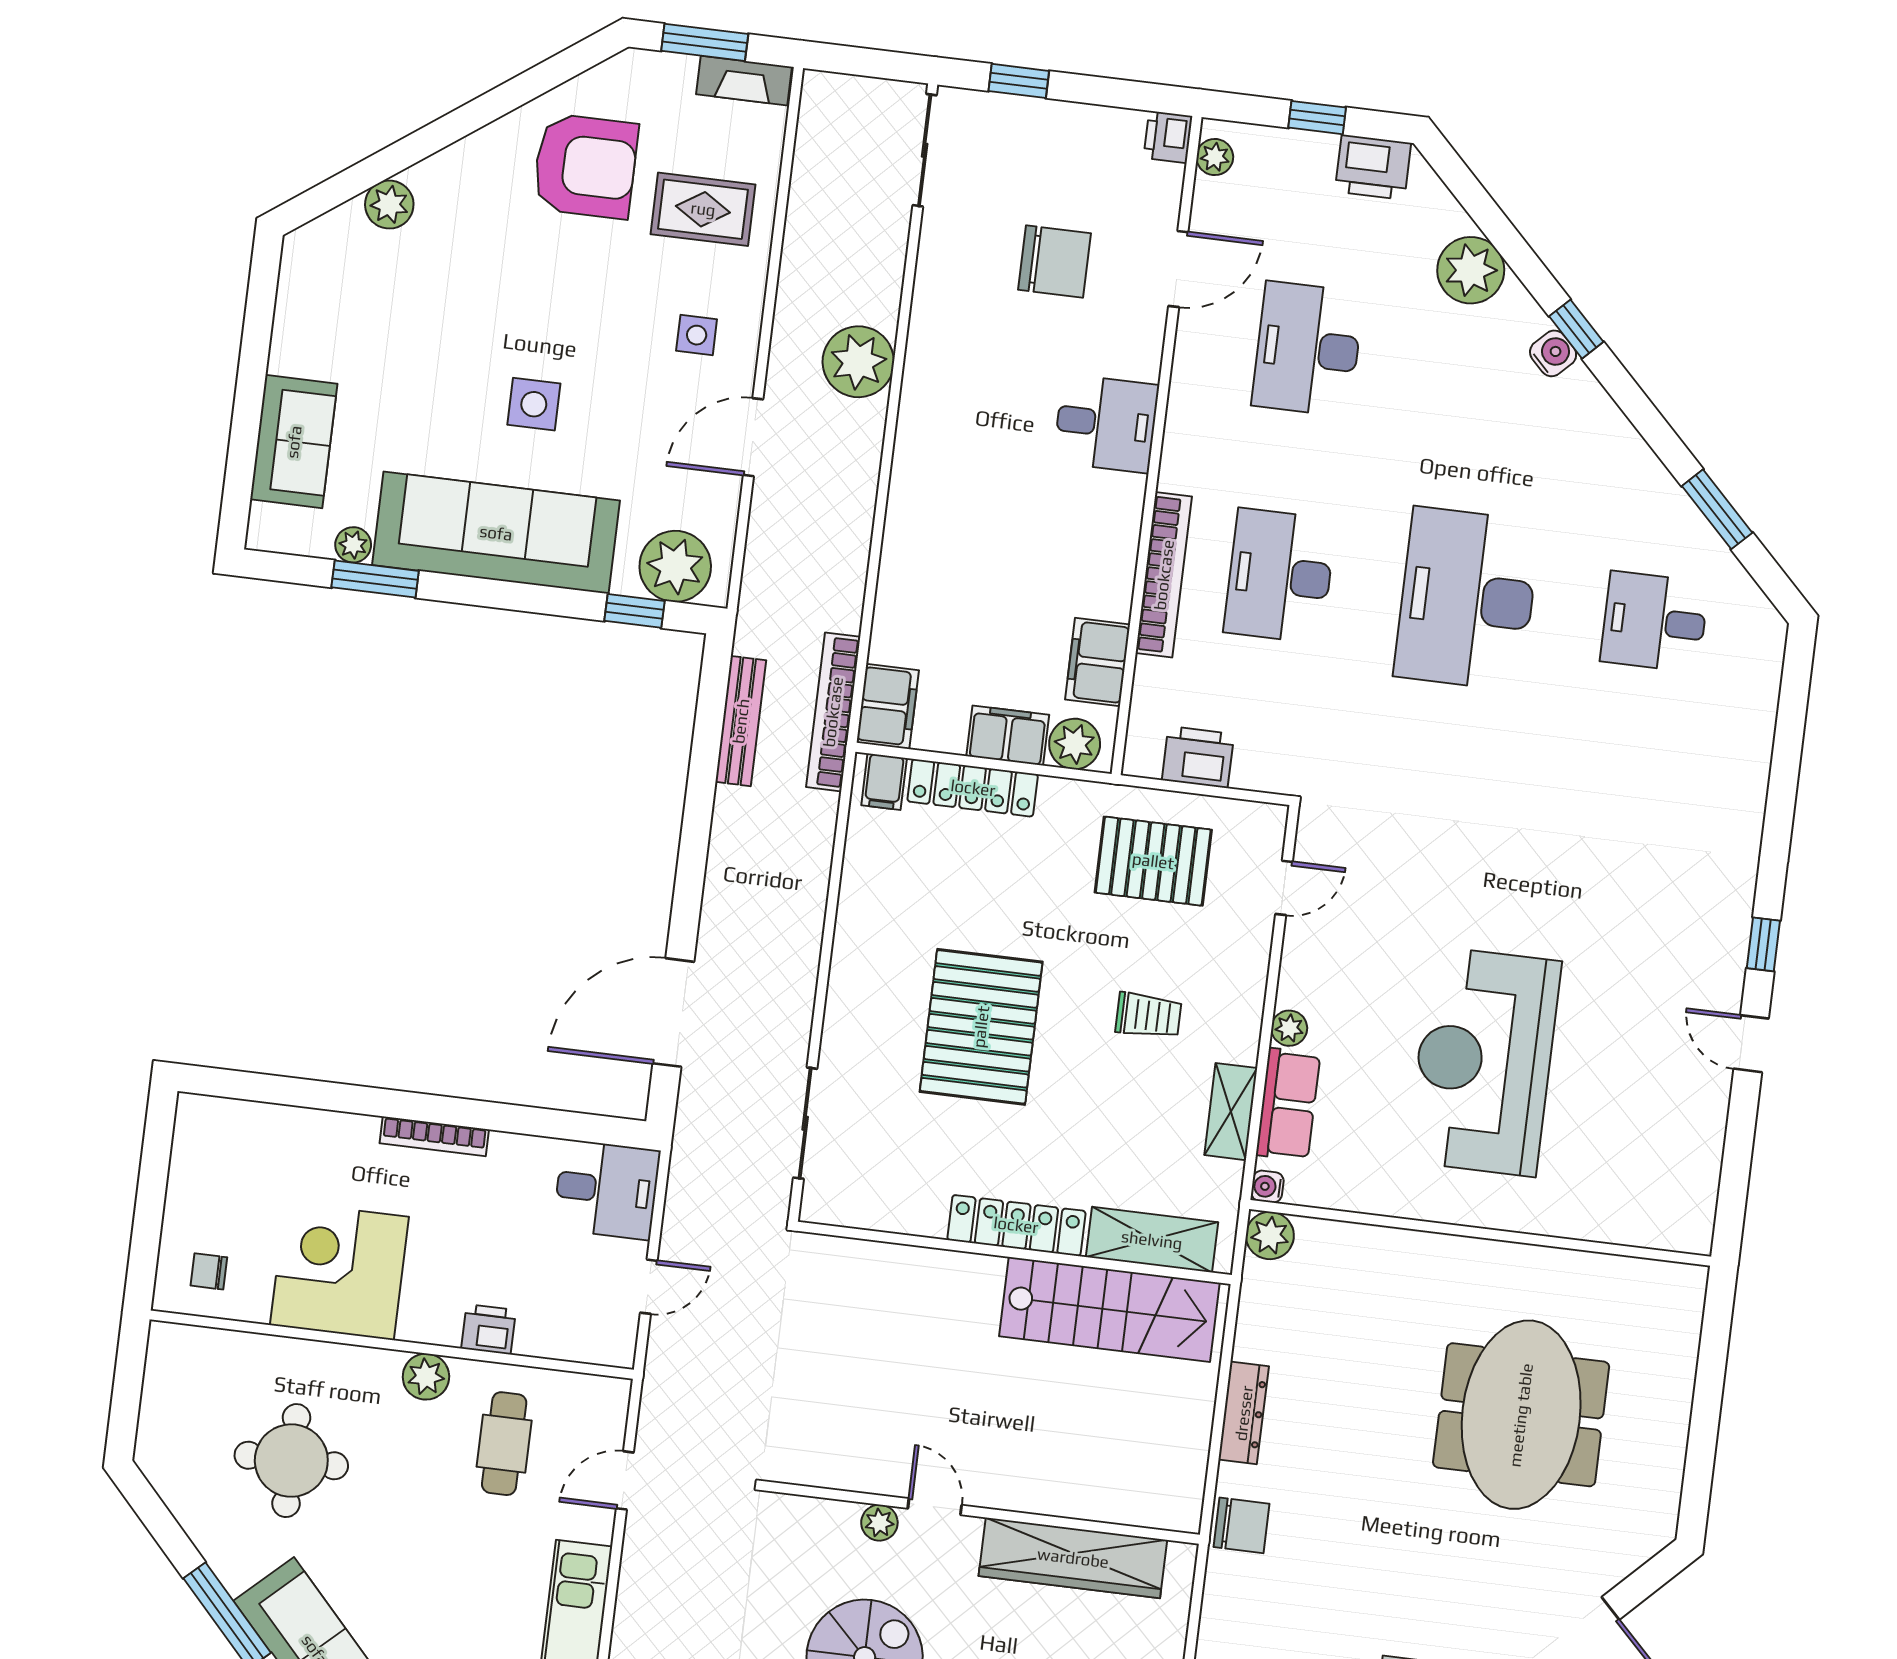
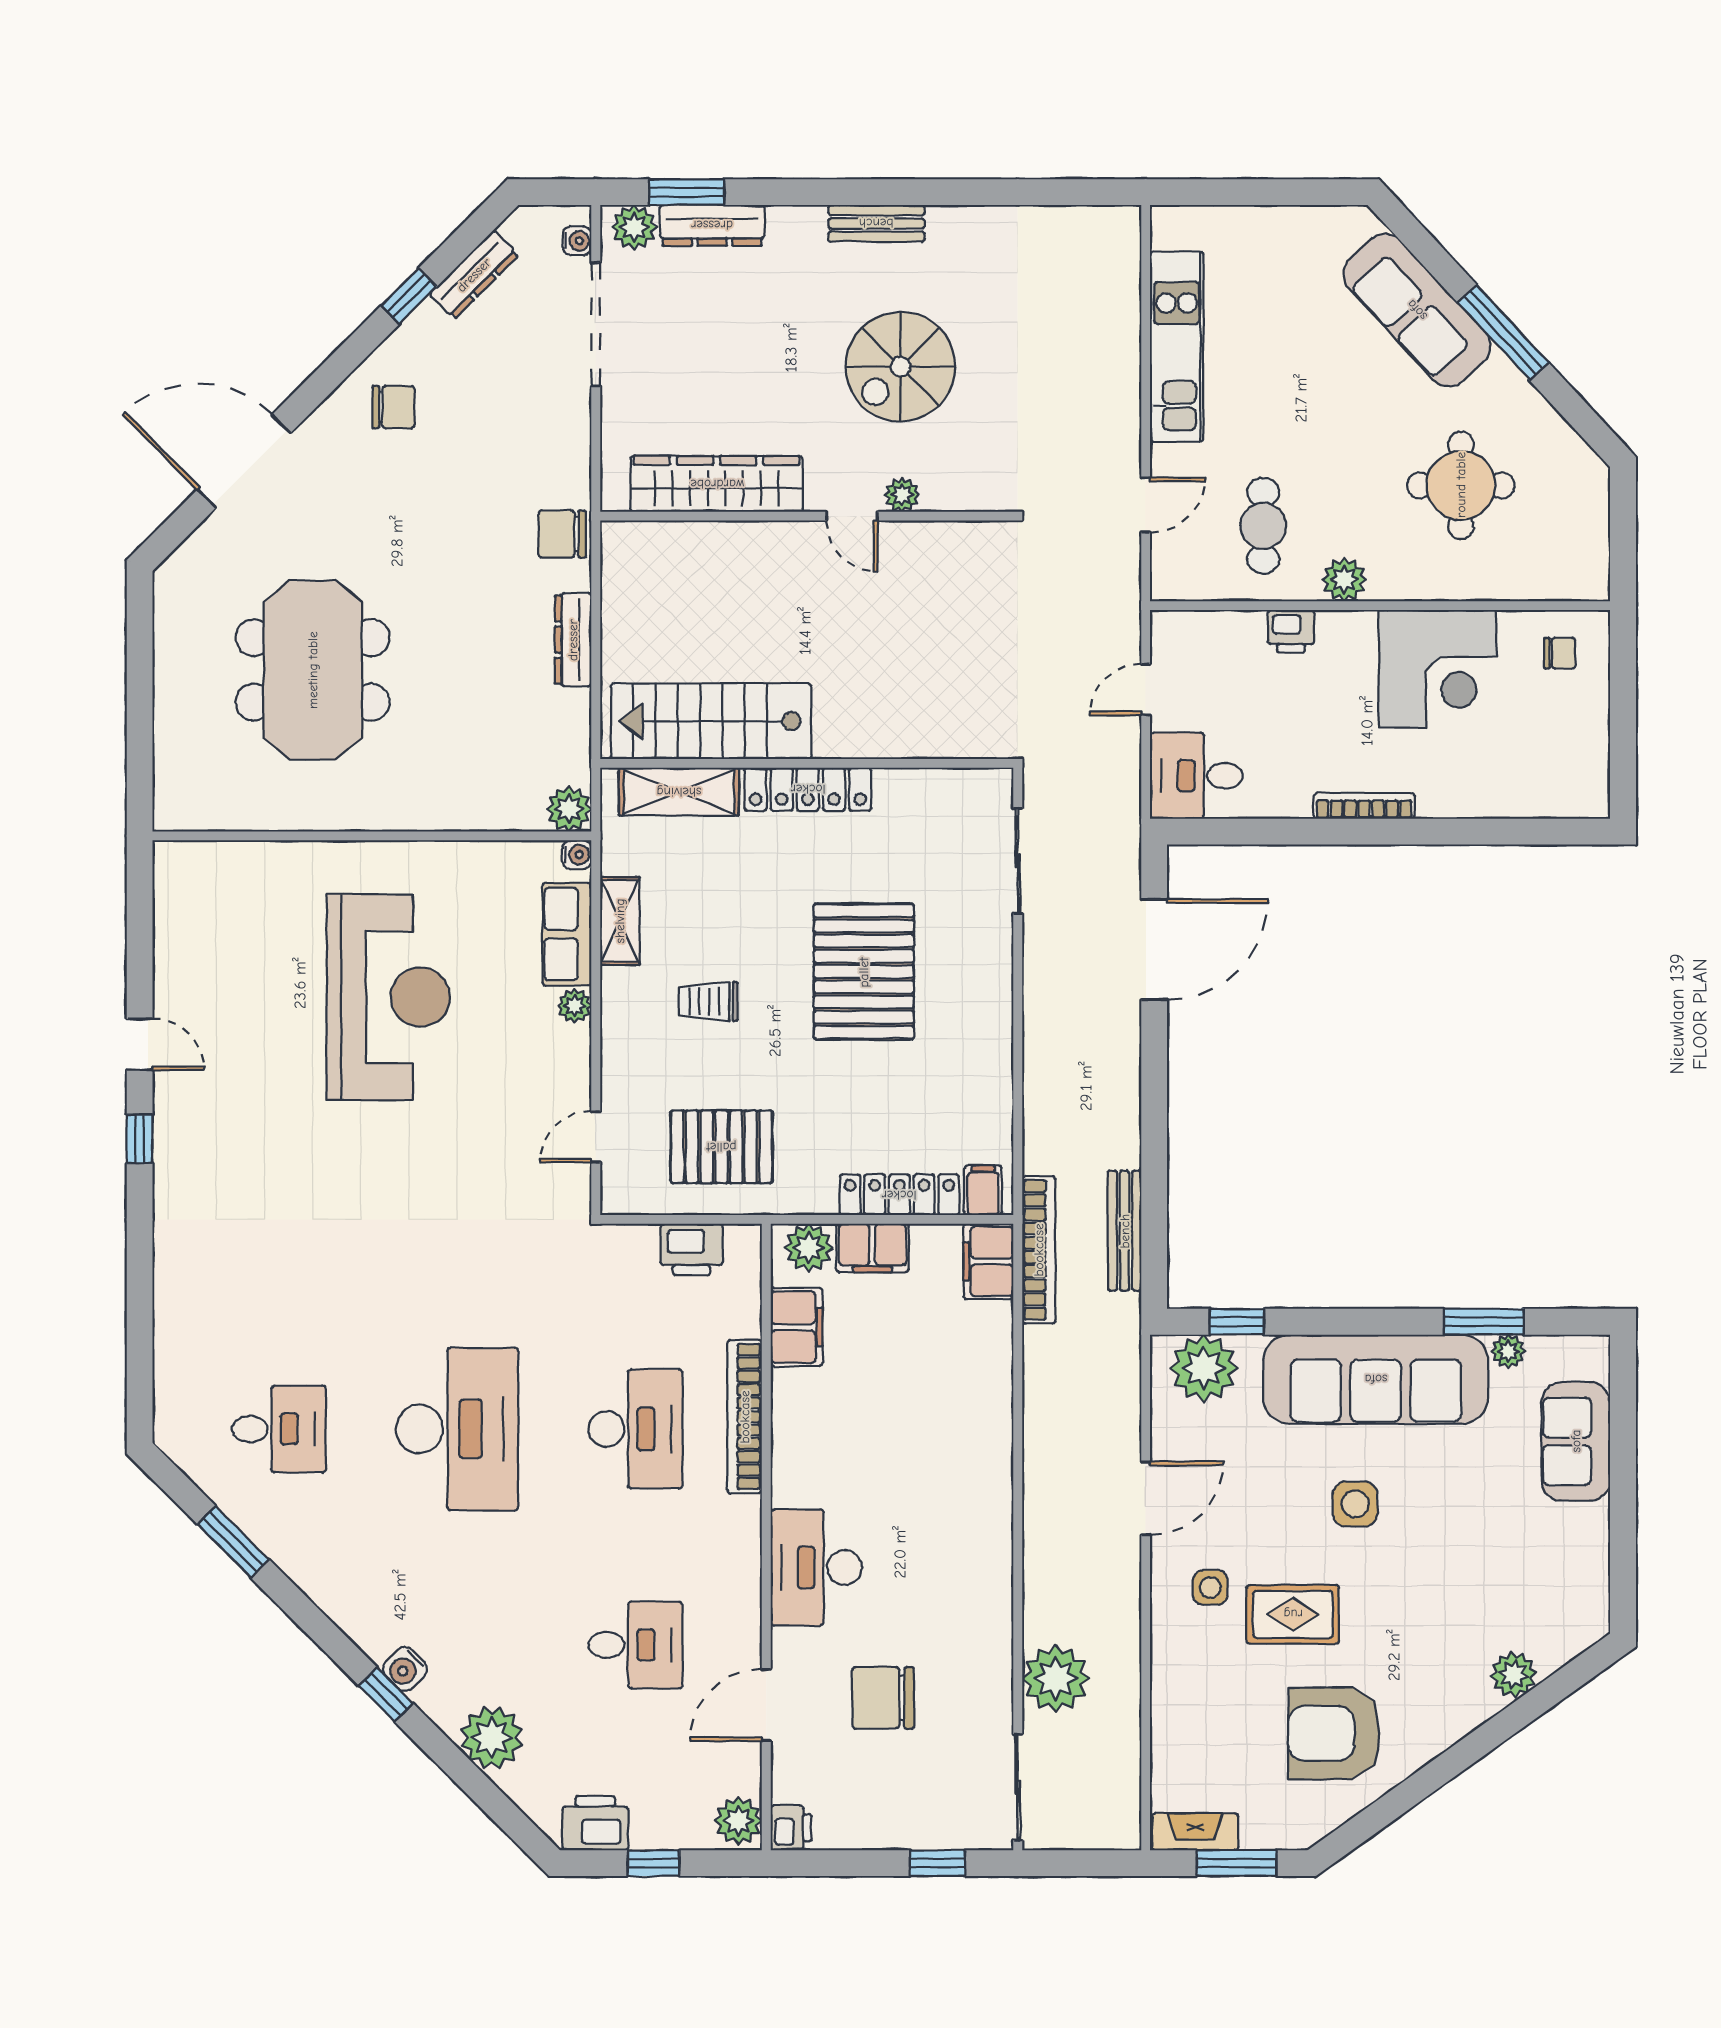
plant: (1215, 157) -> (738, 1821), width x1.38, depth x1.38
rug: (703, 209) -> (1293, 1614), moved
desk: (1308, 349) -> (636, 1645), width x0.73
plant: (858, 362) -> (1056, 1678), moved
desk: (1106, 424) -> (816, 1568), width x1.37

